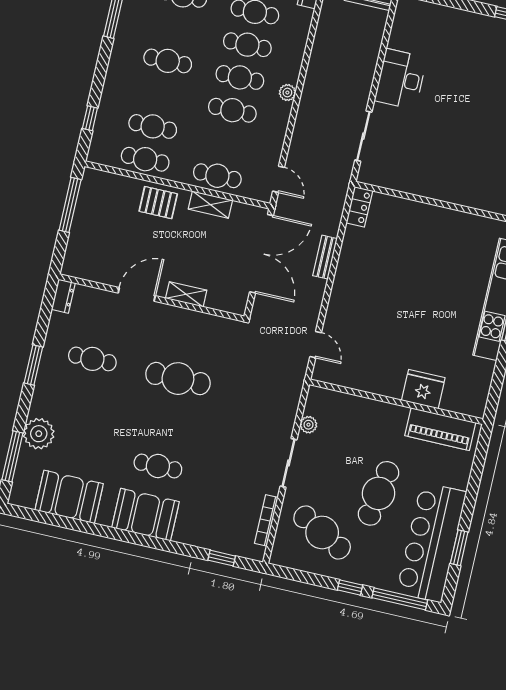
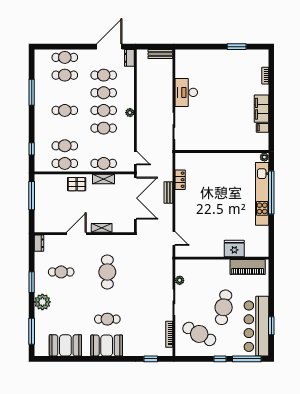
locker: (359, 207) -> (180, 180), moved
cafe table: (178, 379) -> (107, 272), turned 90
plant: (39, 434) -> (42, 302), moved

